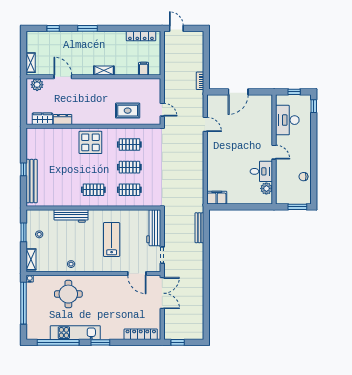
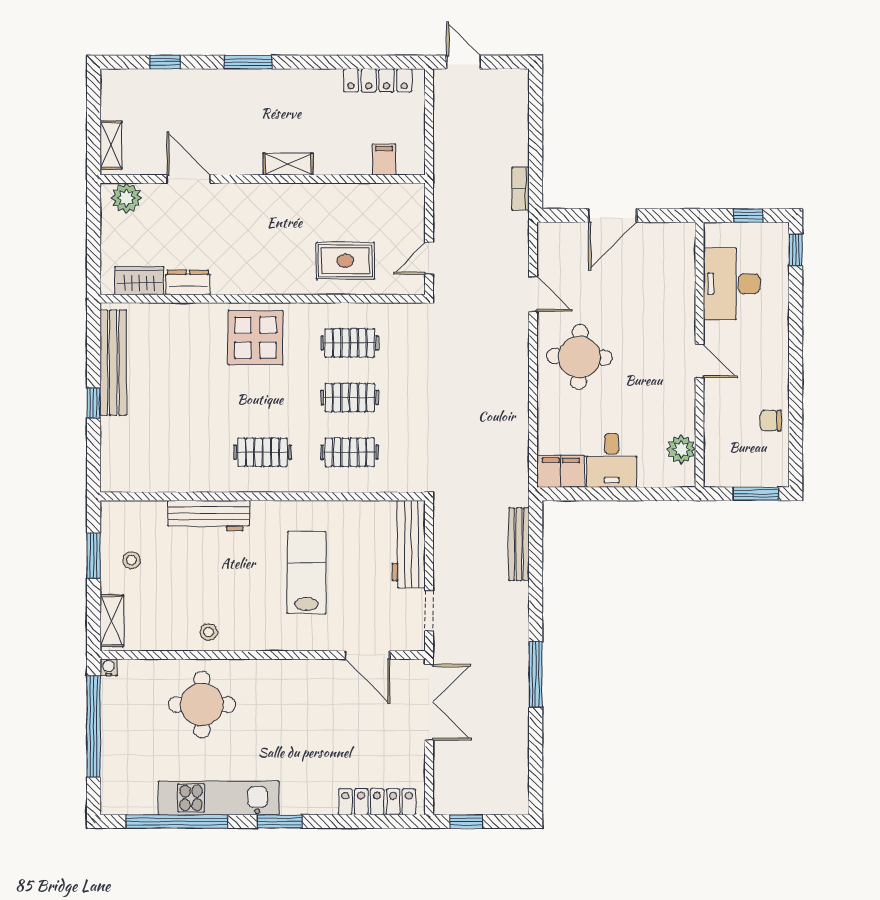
door: (162, 110) -> (429, 259), swing flipped
round table: (224, 150) -> (579, 357), added
desk: (261, 171) -> (612, 460), moved, turned 90
bench: (32, 181) -> (113, 363), moved
window: (206, 282) -> (536, 674), added

